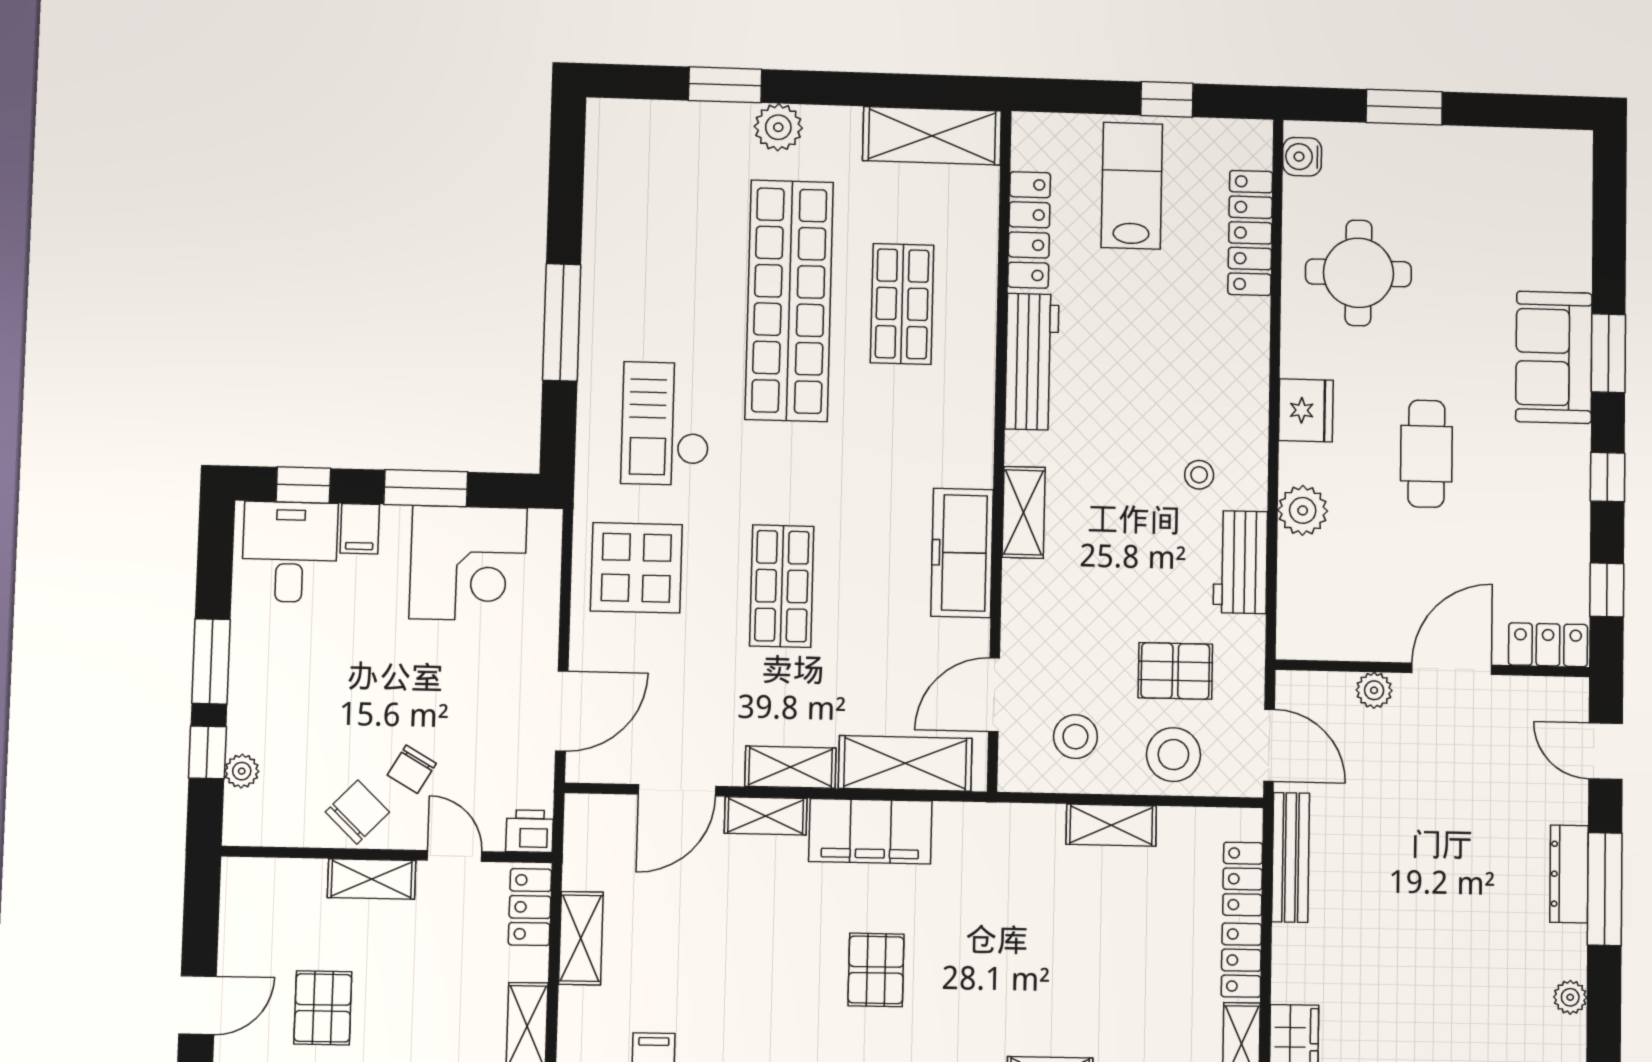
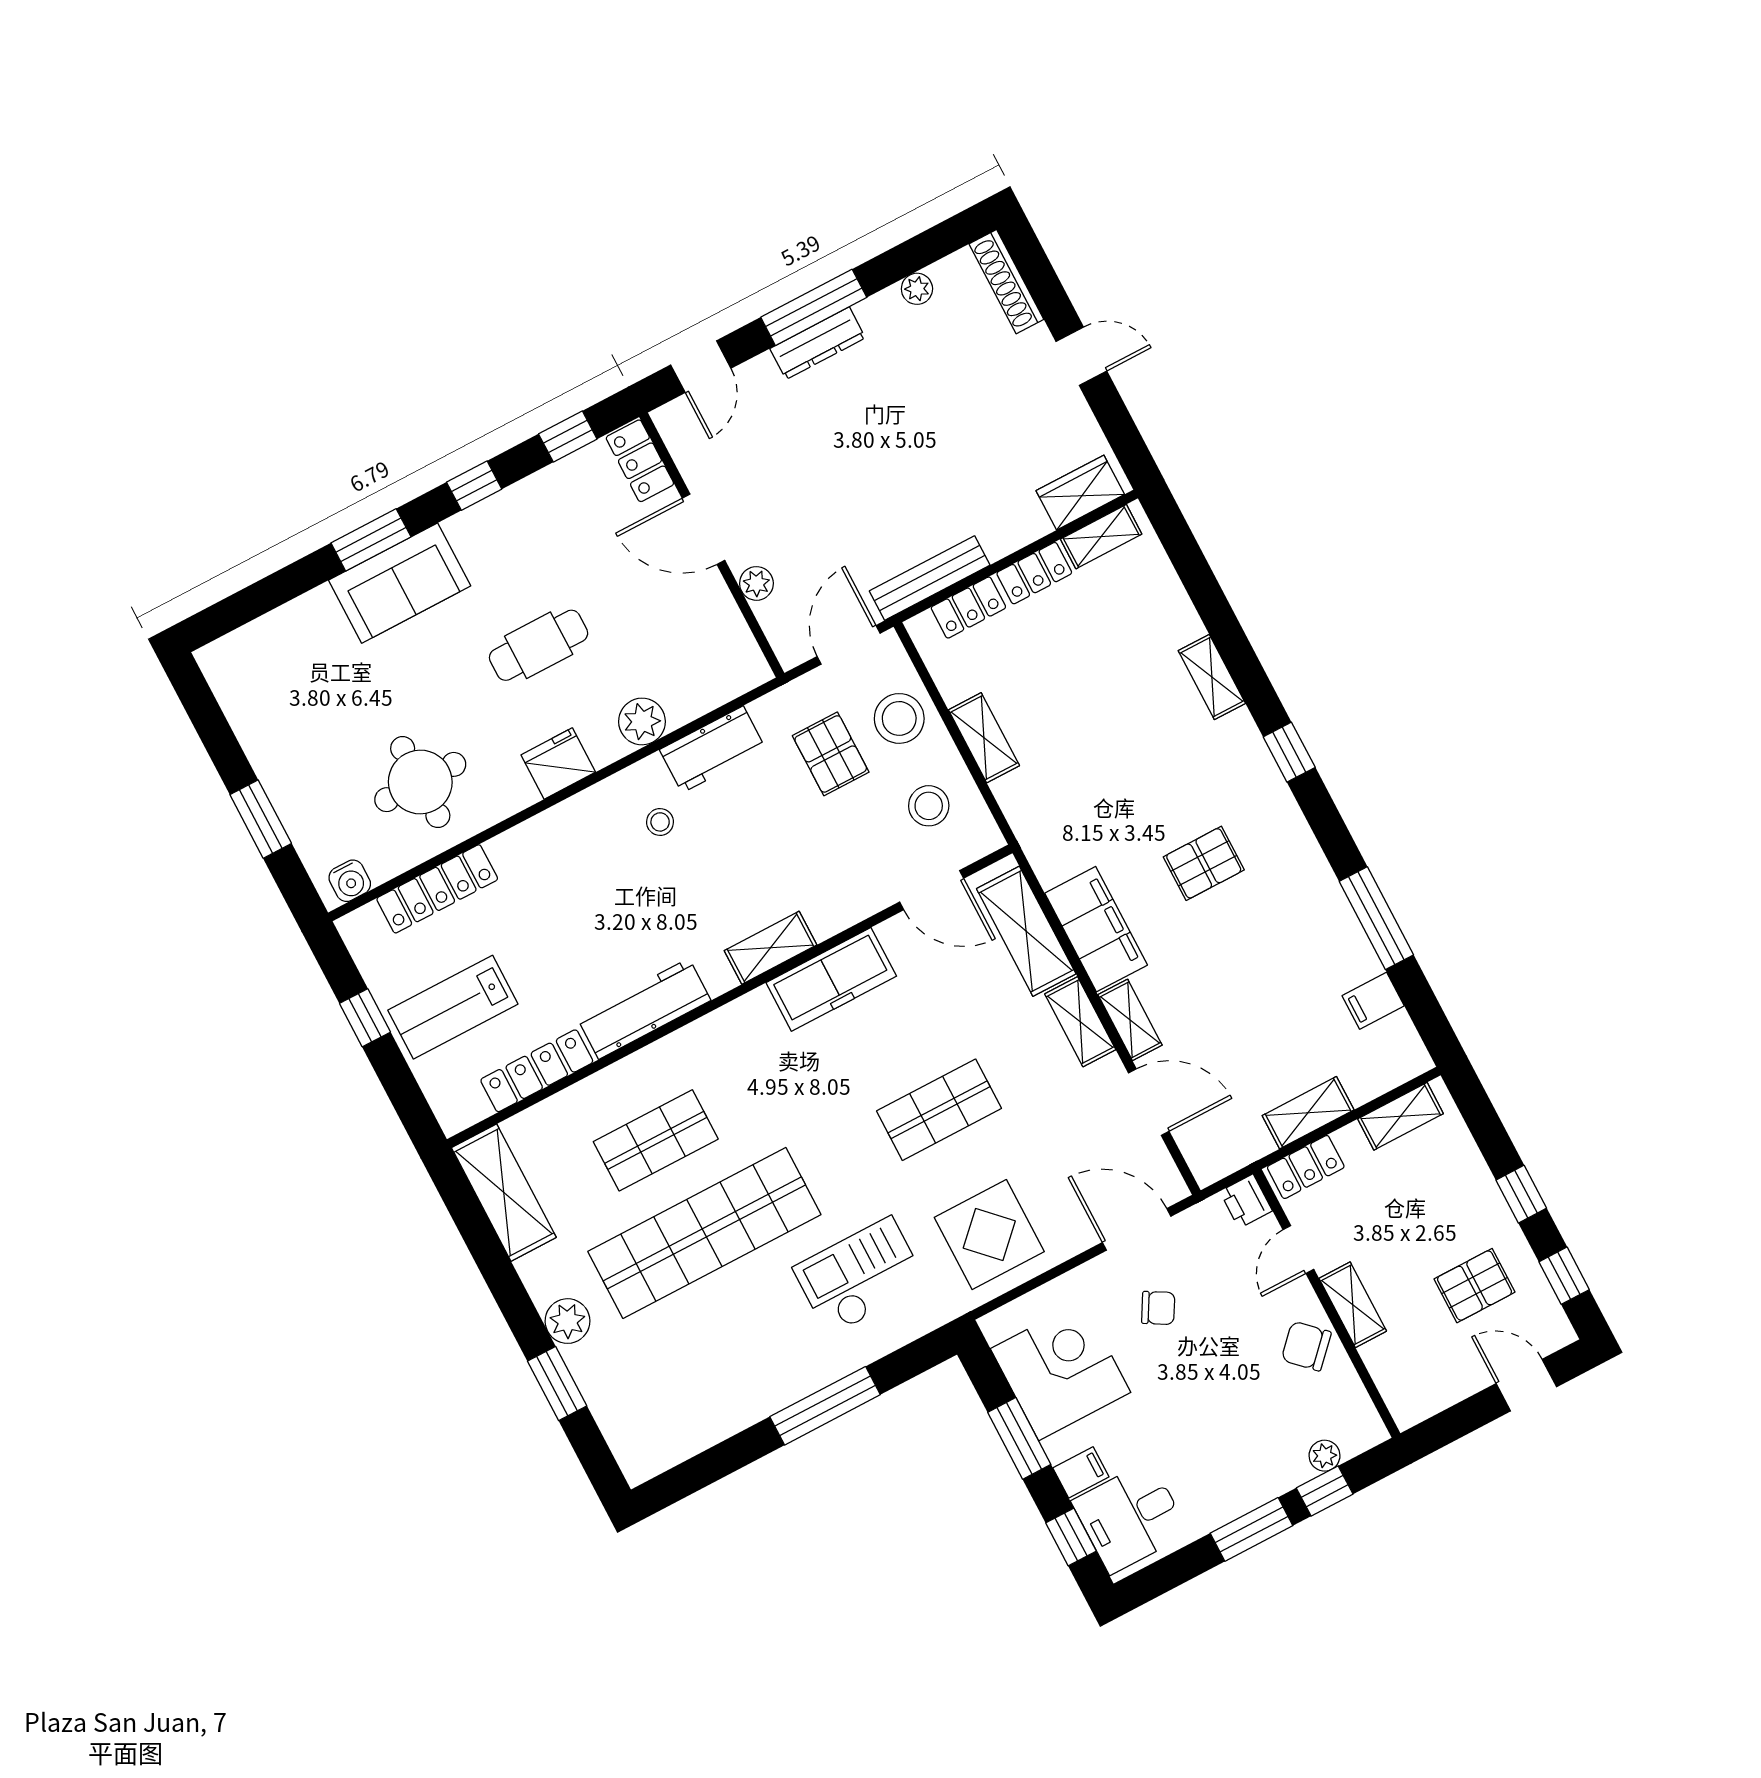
checkout: (666, 424) -> (860, 1276), turned 180
chair: (412, 769) -> (1158, 1308), moved

